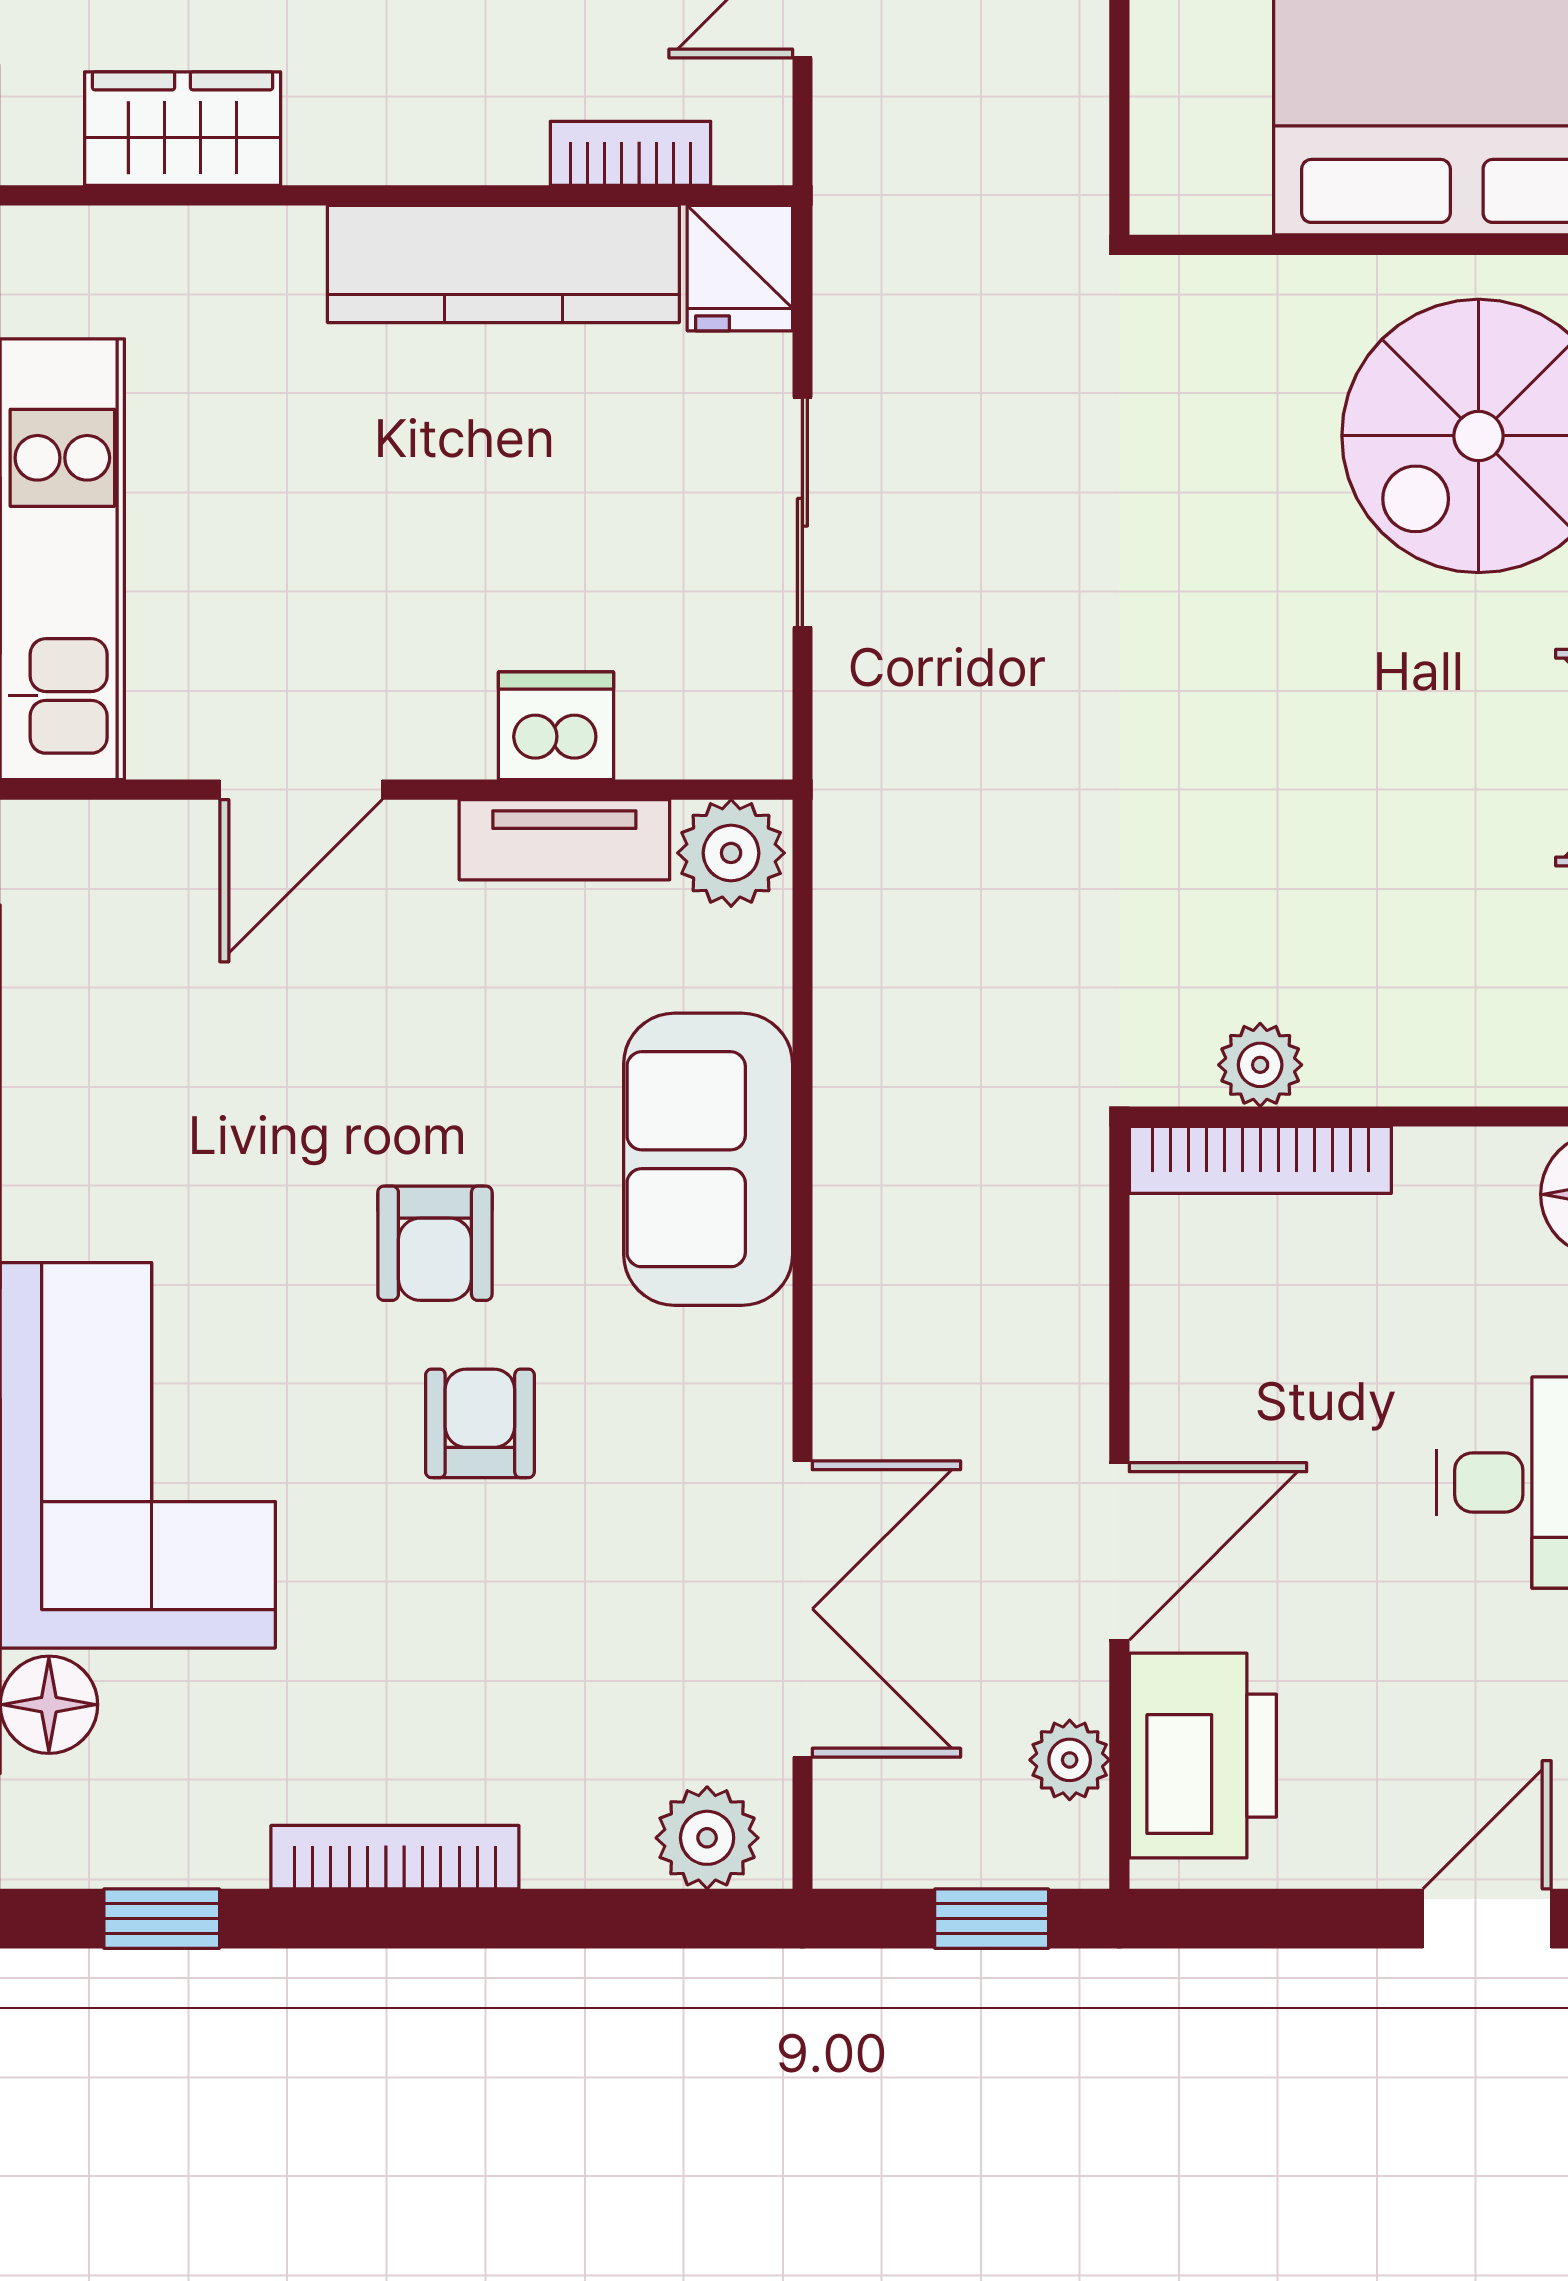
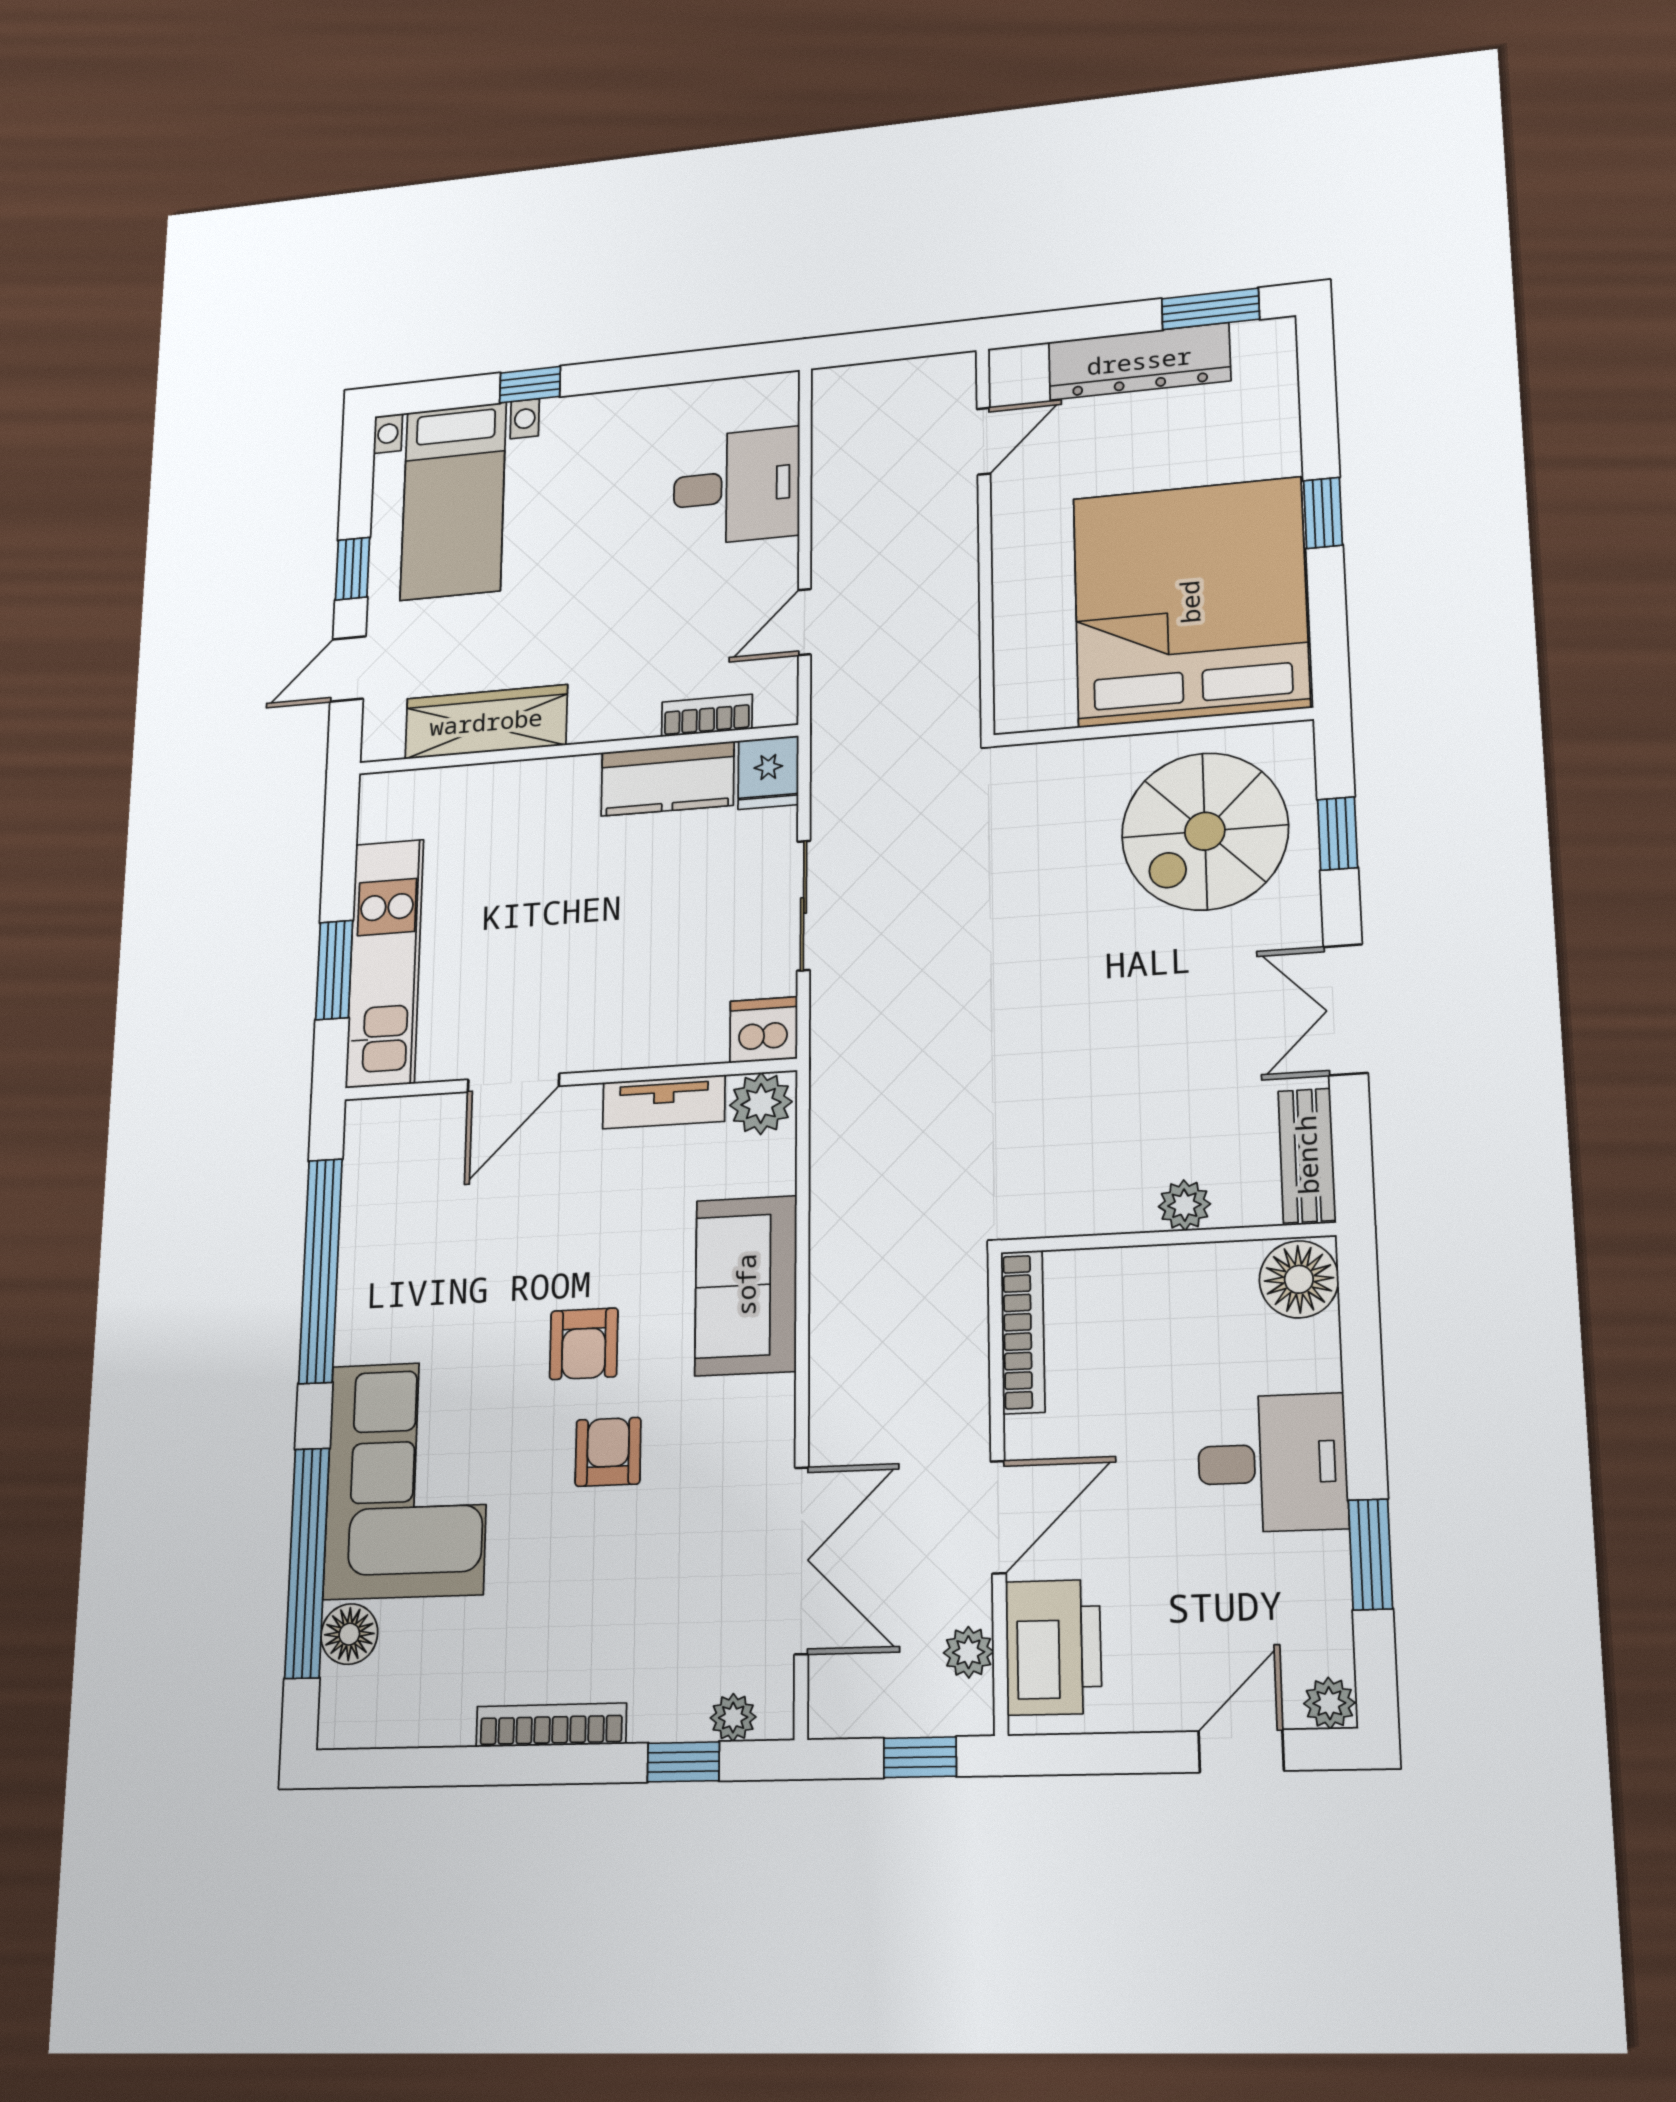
wardrobe: (183, 129) -> (486, 722), width x1.50
kitchen counter: (503, 264) -> (667, 779), width x0.67
dishwasher: (556, 726) -> (764, 1030), moved
plant: (1260, 1065) -> (1184, 1205), moved
bookcase: (1260, 1160) -> (1023, 1332), moved, turned -90
plant: (707, 1838) -> (733, 1717), width x0.73, depth x0.73
window: (162, 1919) -> (683, 1762), moved

